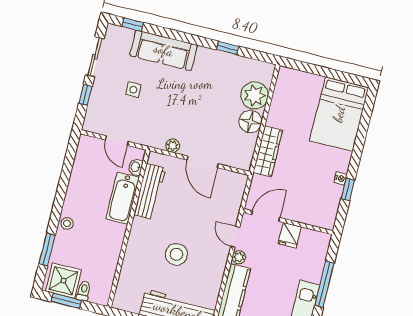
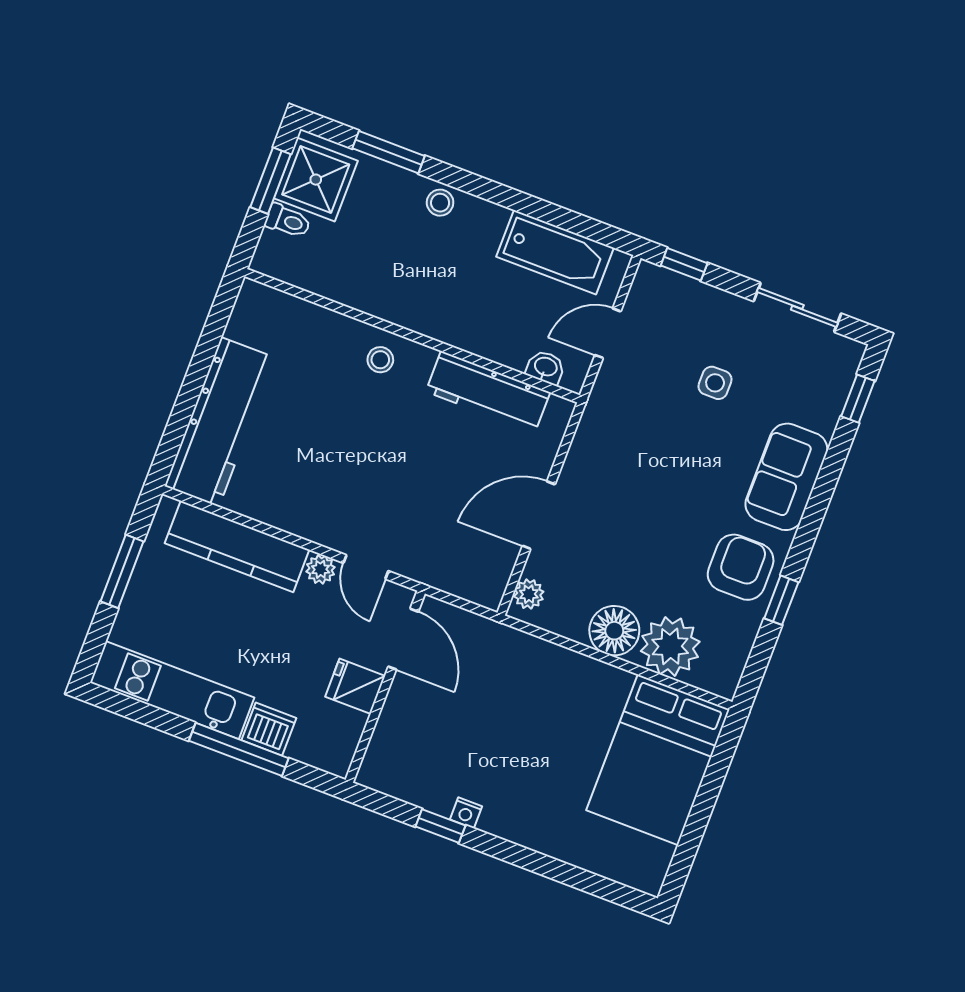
sofa: (164, 50) -> (786, 477), width x0.73
armchair: (215, 68) -> (741, 567), added
window: (85, 95) -> (684, 264), moved
bed: (339, 114) -> (658, 760), moved, turned -90
plant: (173, 146) -> (529, 594), moved
wardrobe: (268, 151) -> (545, 661), removed
bathtub: (123, 198) -> (555, 252), moved, turned 180
door: (235, 237) -> (366, 567), swing flipped
stool: (176, 254) -> (380, 360), moved, width x0.53, depth x0.53
dishwasher: (314, 272) -> (269, 729), added

